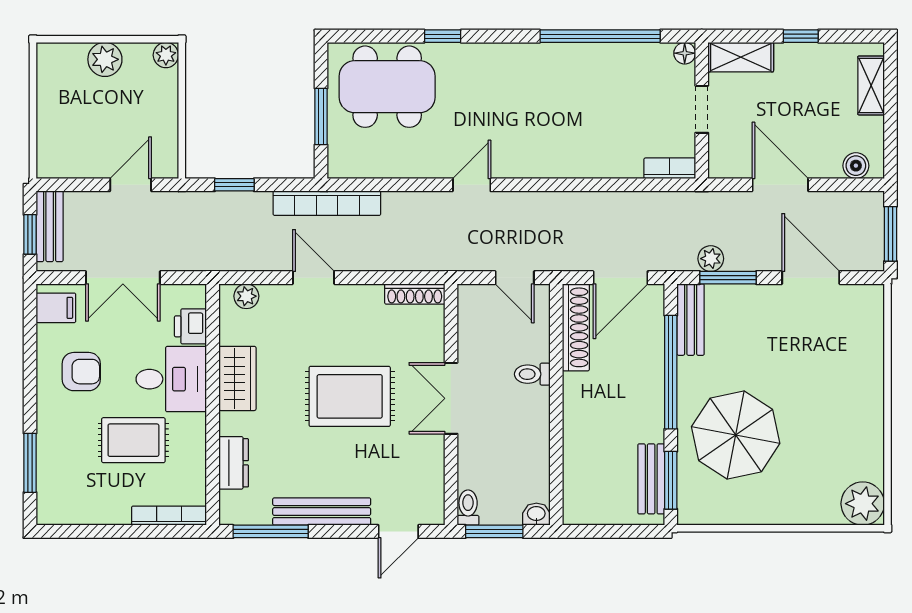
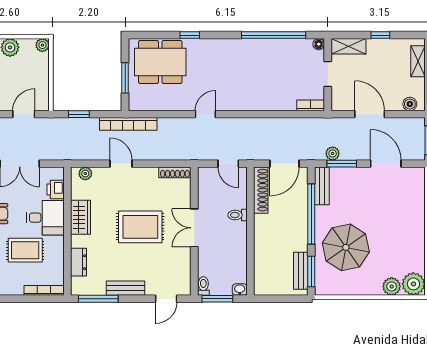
plant: (822, 508) -> (392, 286), added
bench: (322, 512) -> (125, 288), width x0.73

